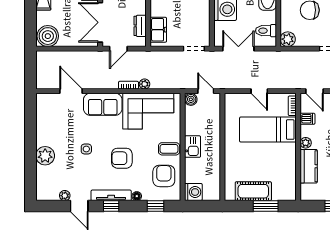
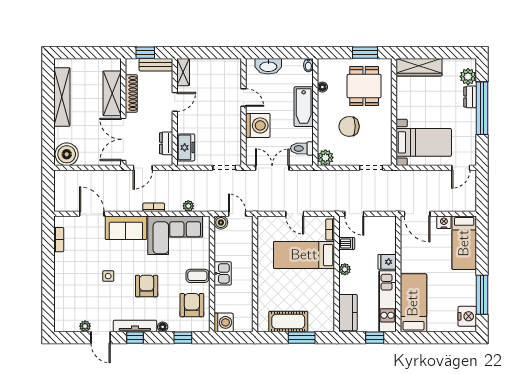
plant: (145, 84) -> (188, 206), moved
bookcase: (40, 115) -> (59, 240), added
plant: (45, 156) -> (64, 283), removed
armchair: (122, 158) -> (147, 286), turned 90
kitchen counter: (309, 166) -> (348, 313), moved

